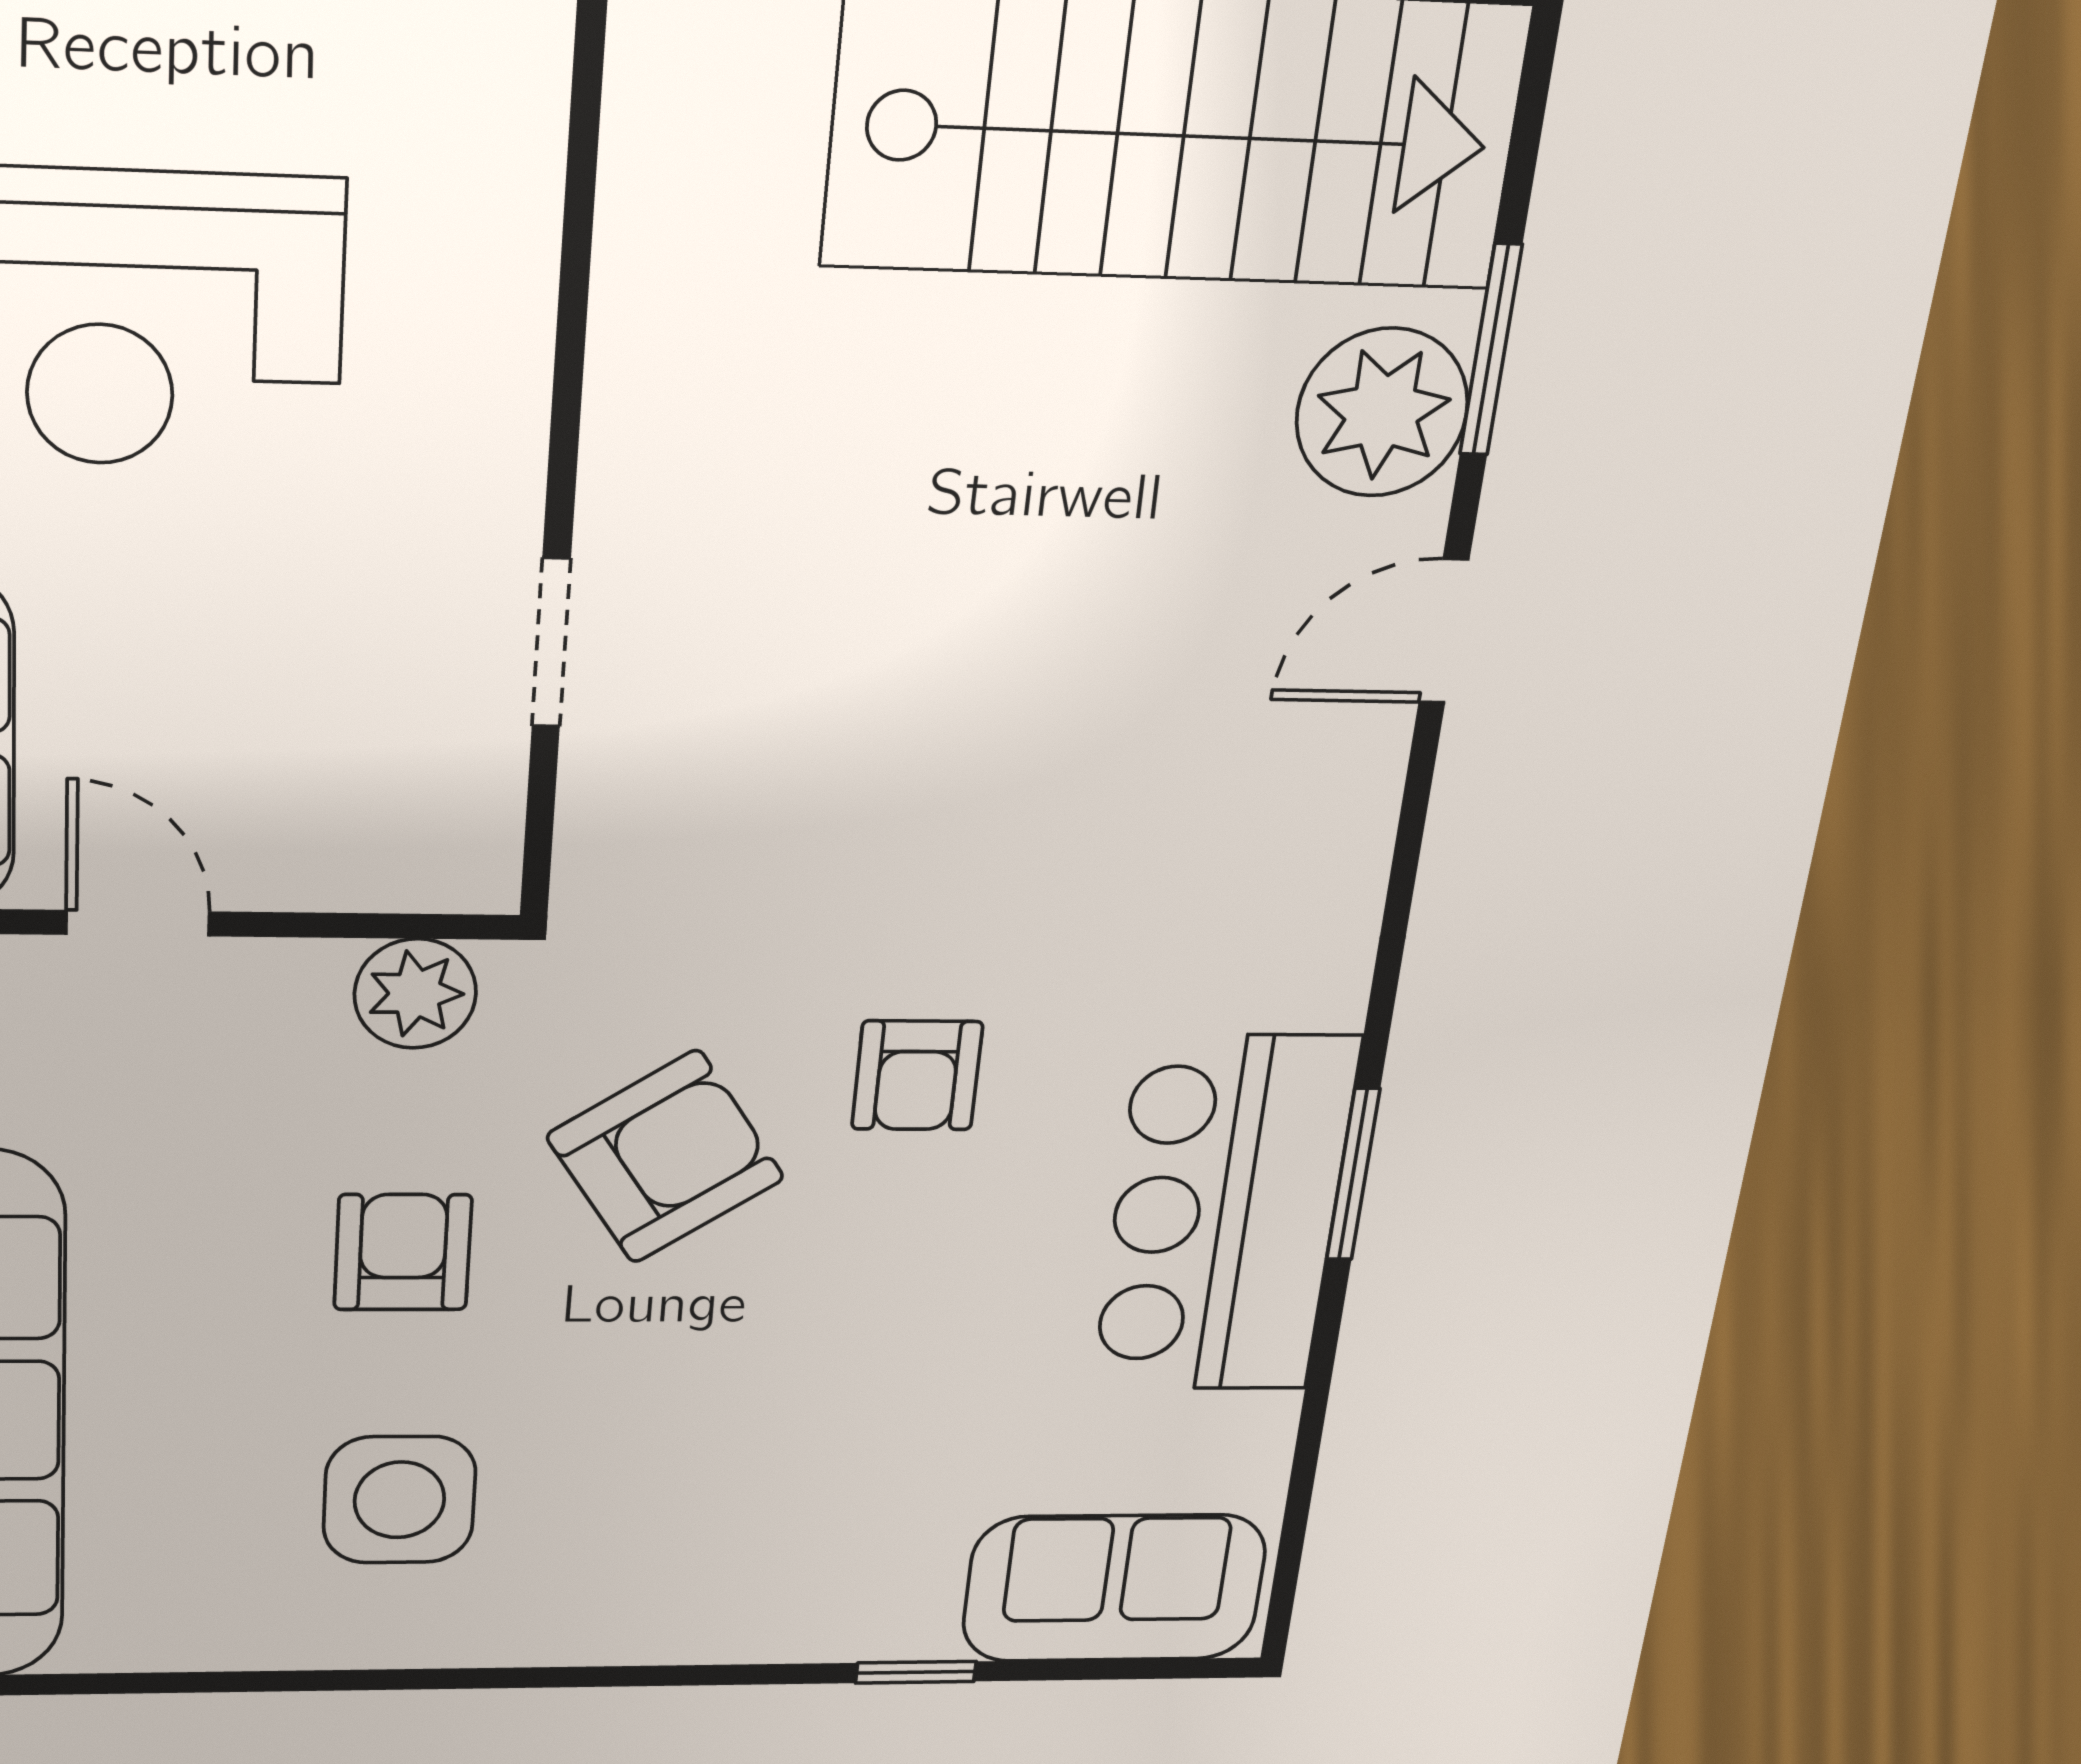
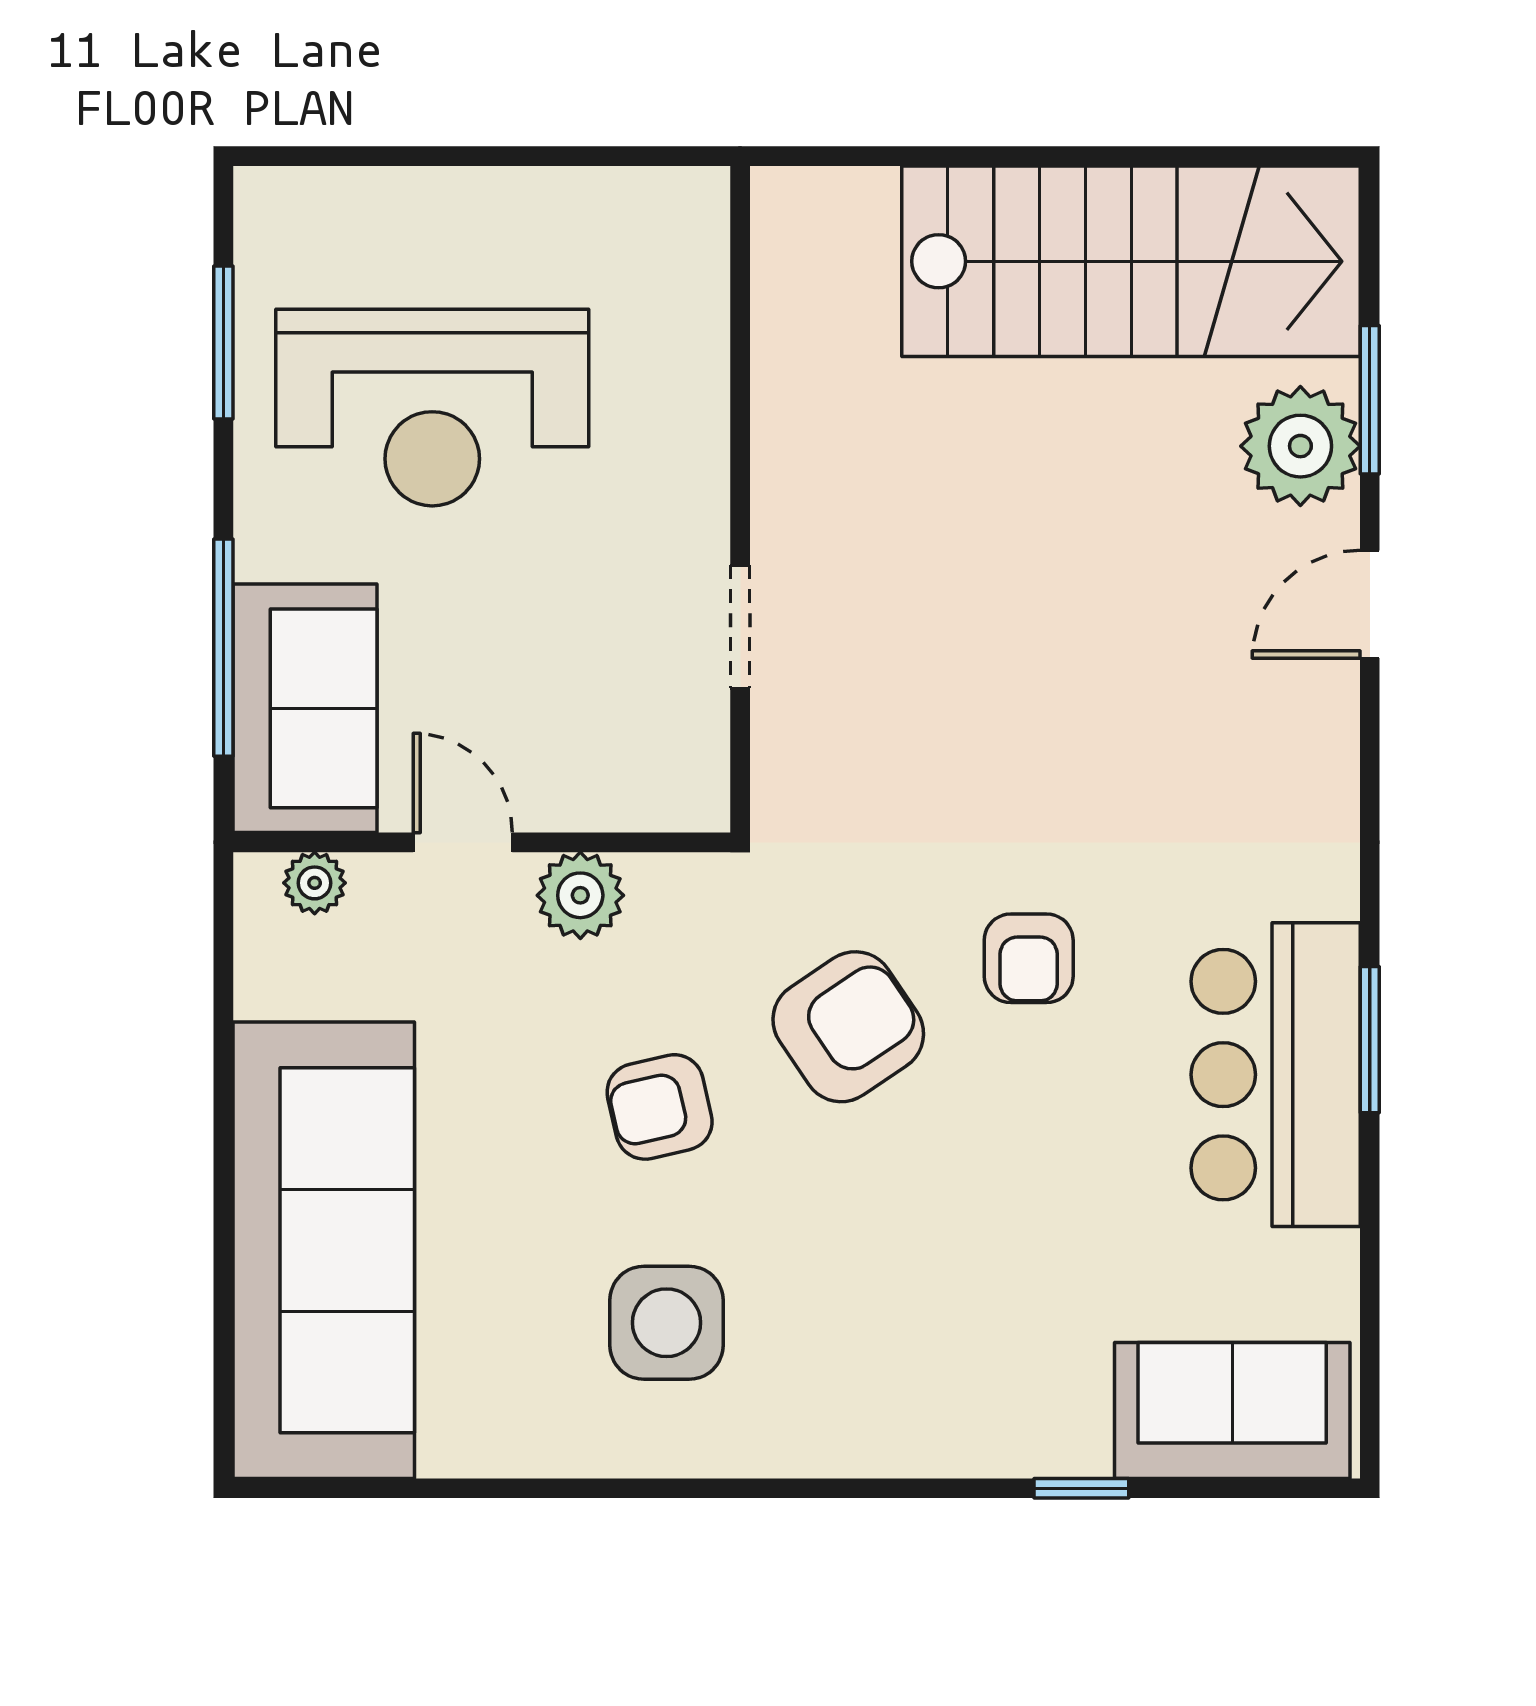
plant: (415, 994) -> (580, 895), moved
armchair: (403, 1252) -> (660, 1107), turned -103

